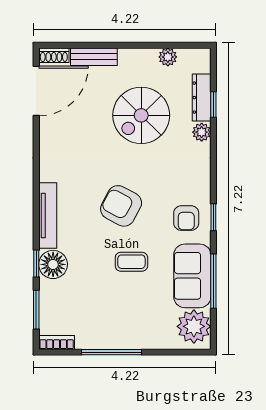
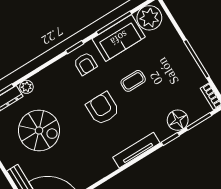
armchair: (121, 206) -> (103, 109), turned 152
armchair: (186, 218) -> (85, 64), turned 90
coffee table: (131, 262) -> (133, 81), turned 90
floor lamp: (53, 264) -> (178, 120), moved

